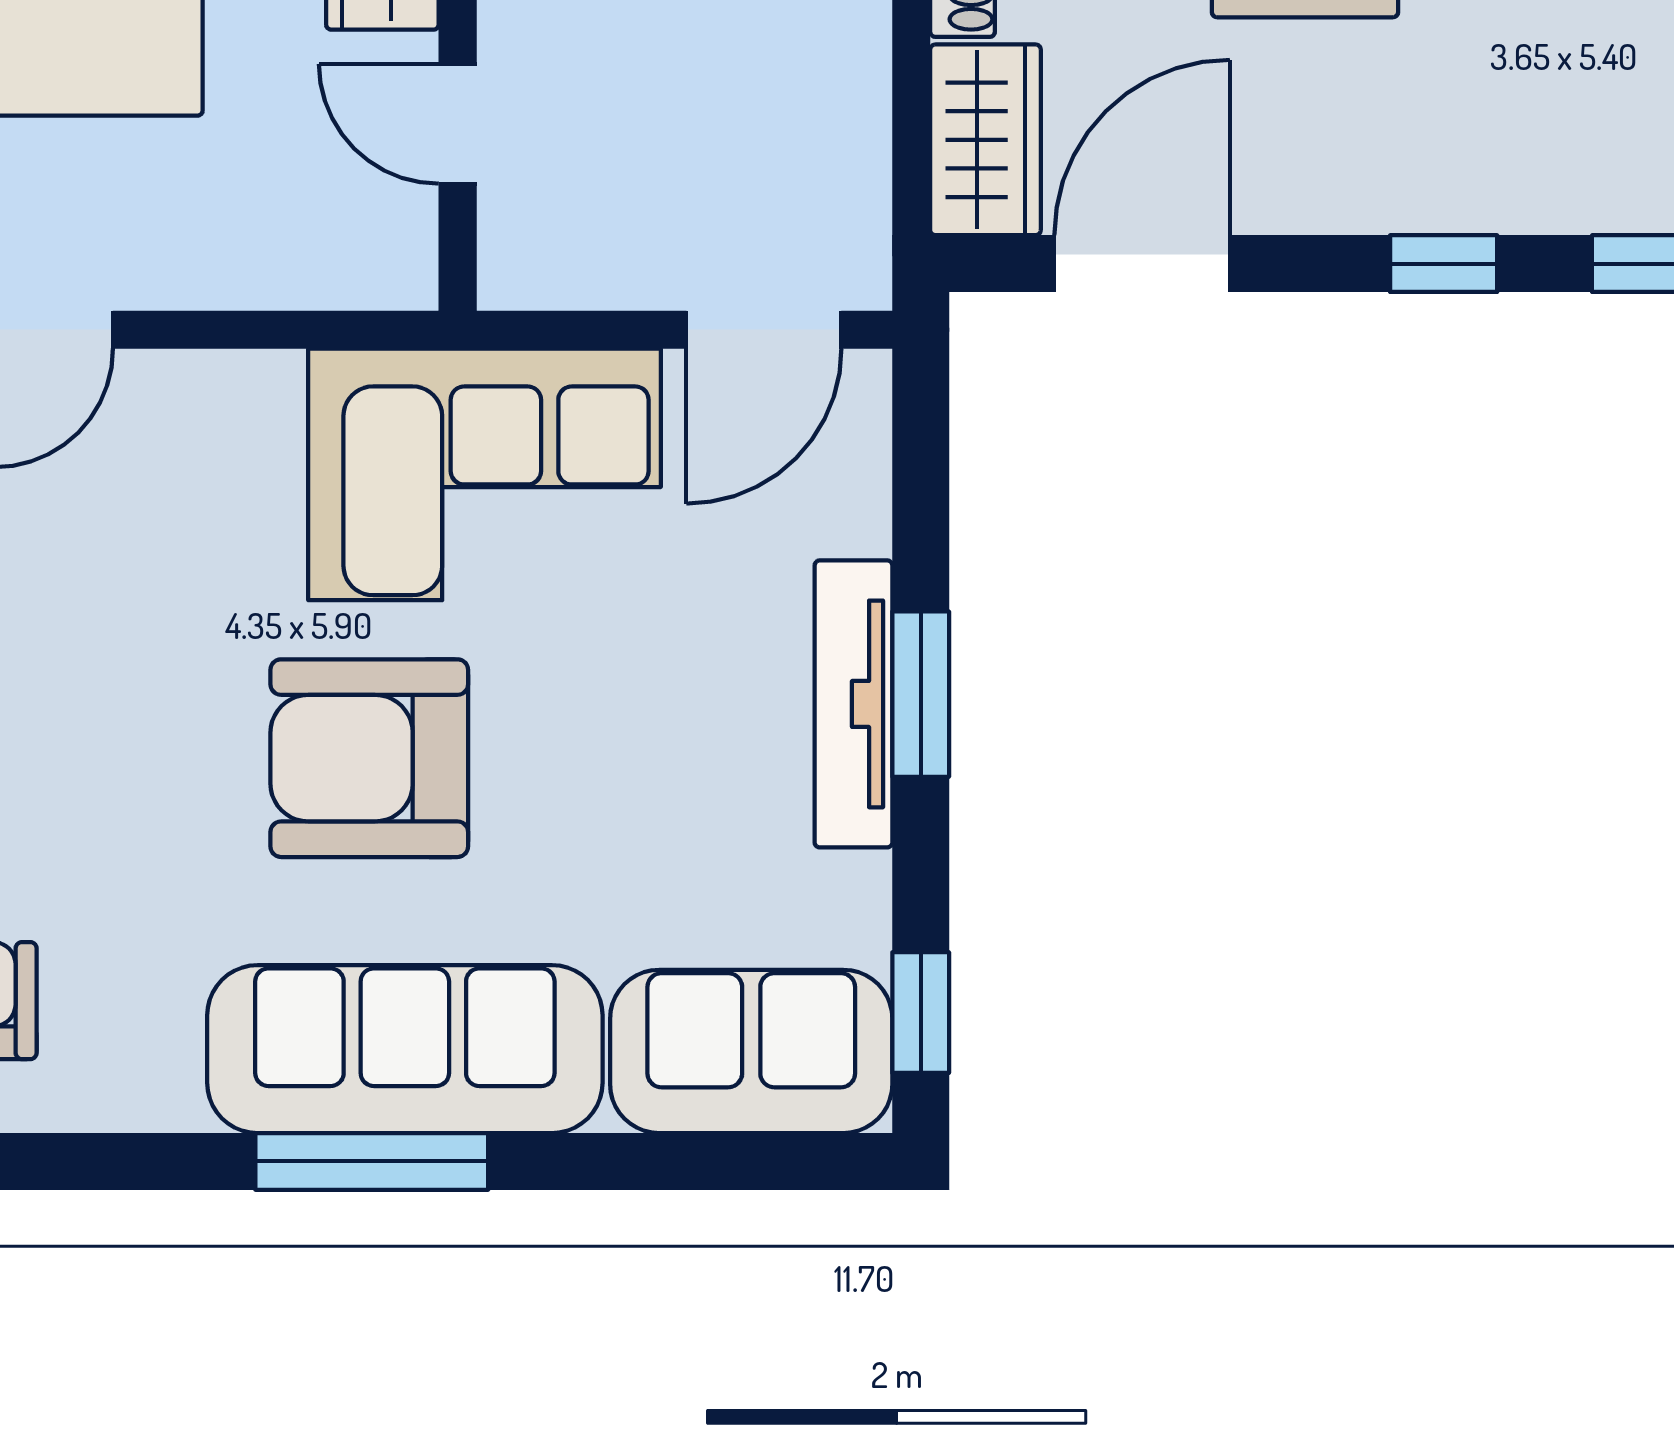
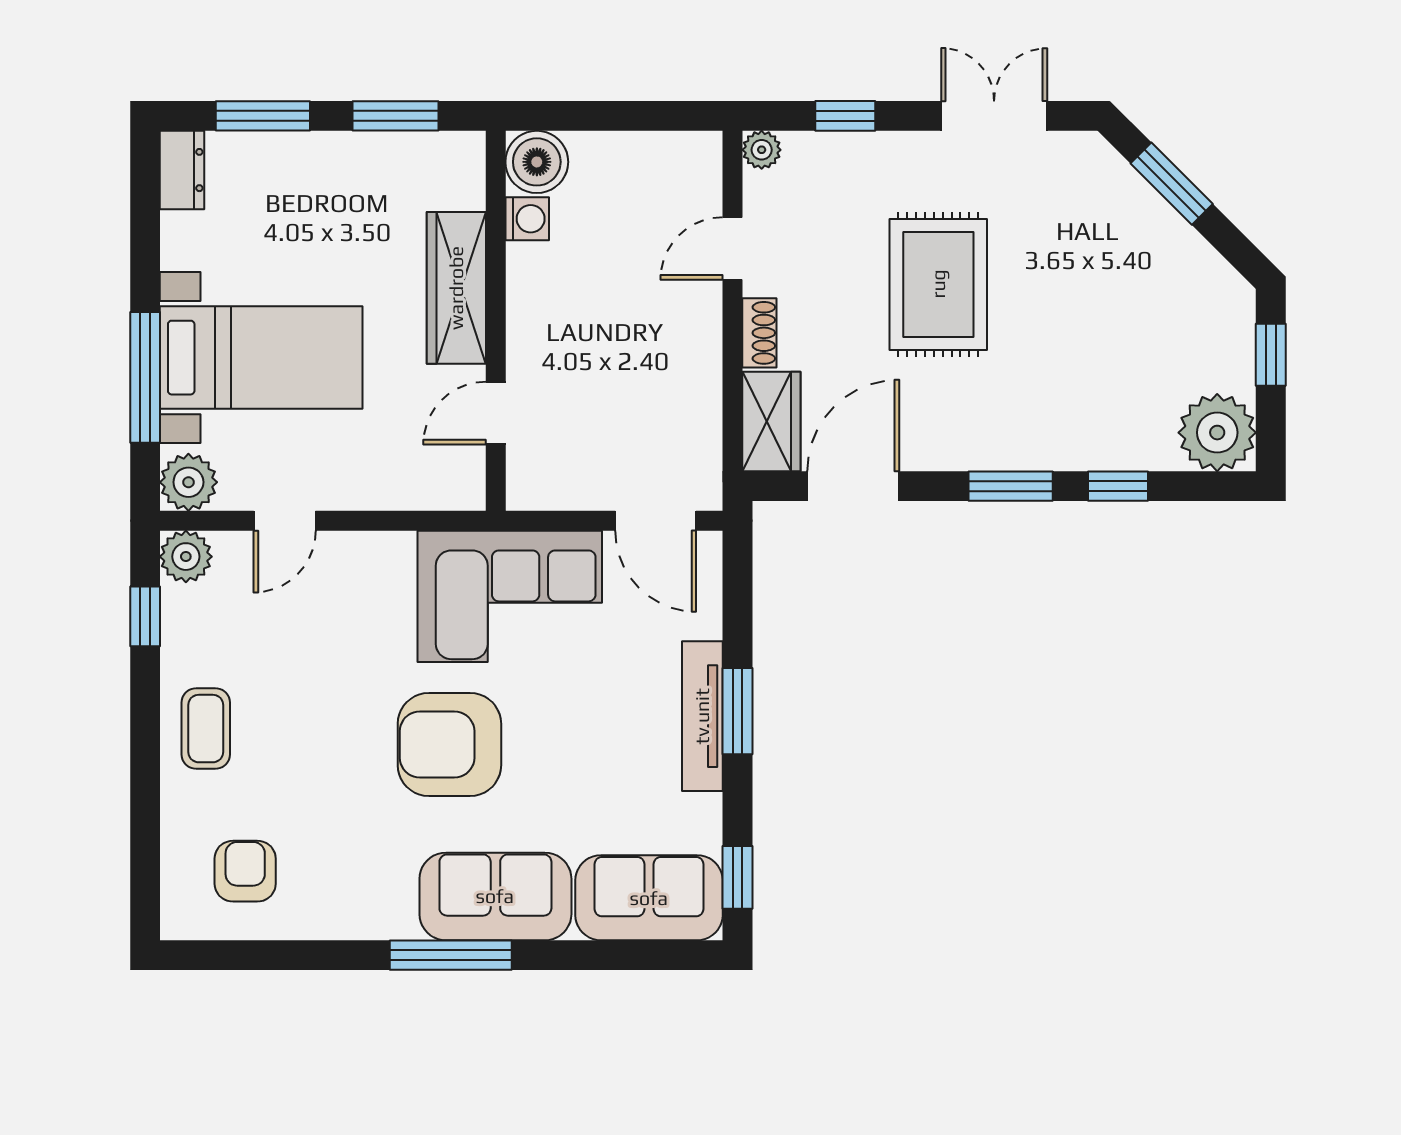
door: (458, 124) -> (496, 413), hinge flipped
window: (1444, 264) -> (1011, 486), width x1.50
door: (764, 330) -> (656, 521), hinge flipped
sofa: (405, 1049) -> (495, 896), width x0.73

